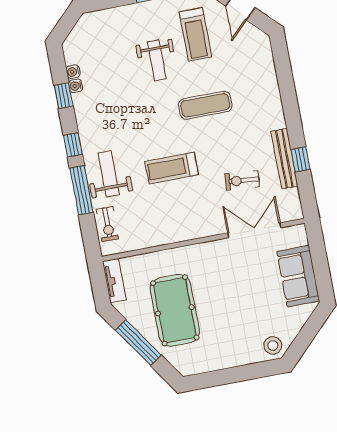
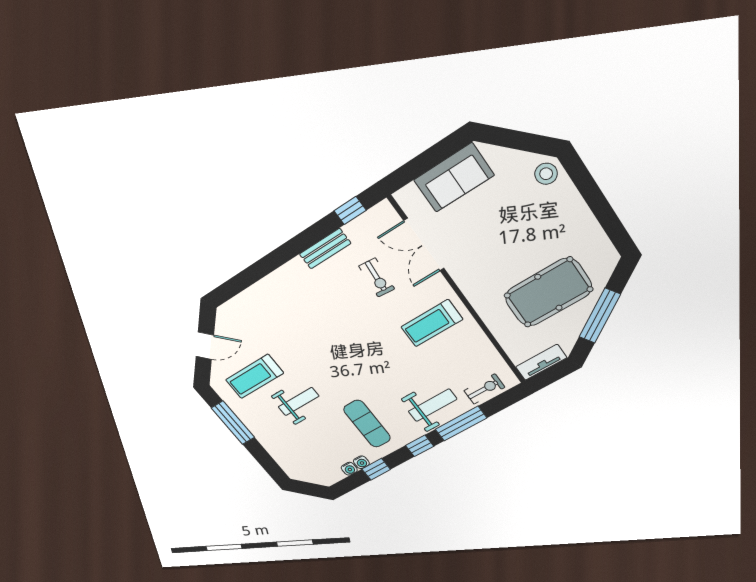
treadmill: (195, 34) -> (255, 376), turned 180
exercise mat: (205, 105) -> (367, 424), moved
bench: (284, 159) -> (325, 249), width x0.73
window: (300, 159) -> (350, 211), moved
treadmill: (172, 168) -> (432, 323), moved, turned 90
weight bench: (109, 174) -> (433, 405), turned 180

